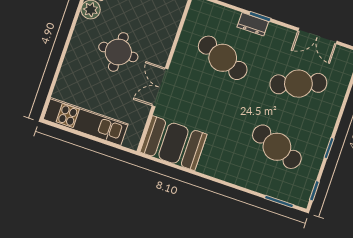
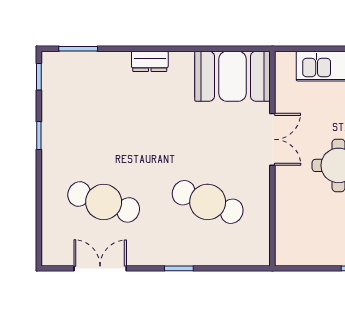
dresser: (253, 24) -> (150, 61), moved, turned 180
cafe table: (298, 84) -> (104, 202), turned 39
cafe table: (277, 147) -> (104, 115), removed

